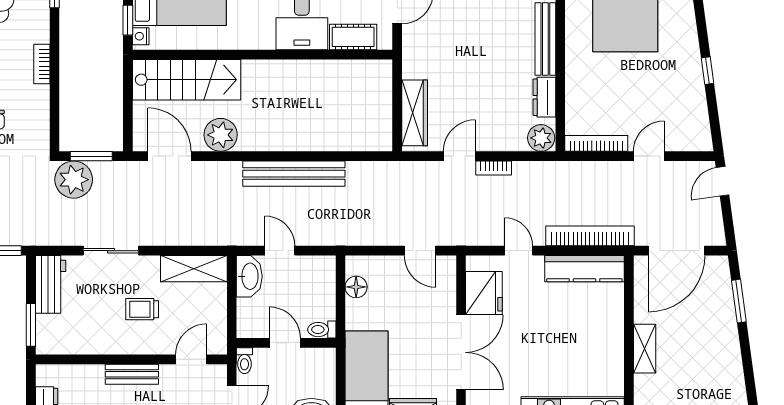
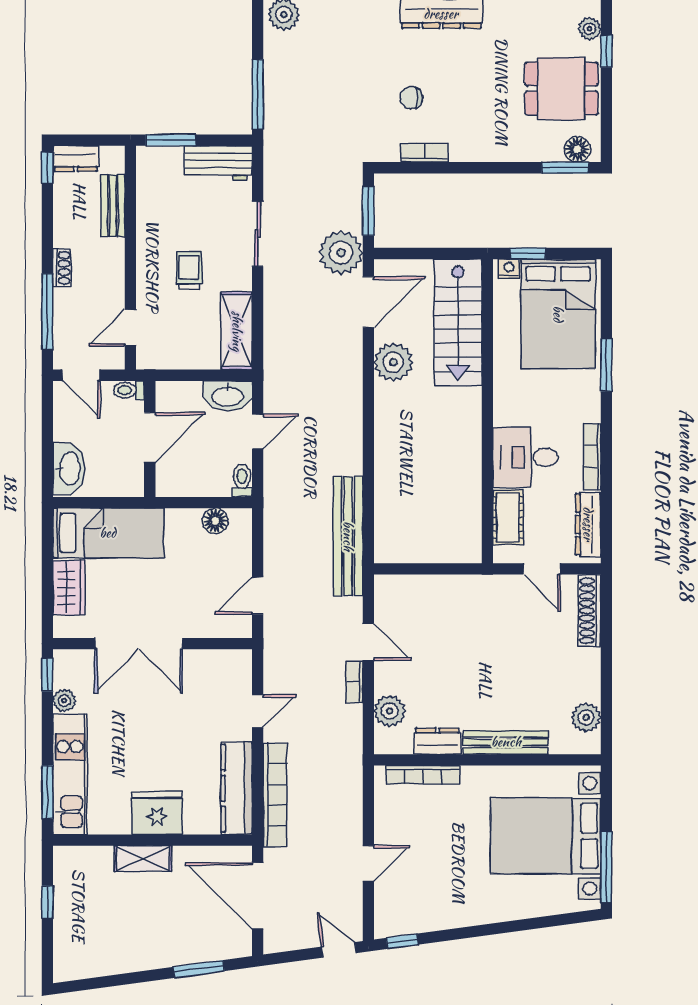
bookcase: (42, 64) -> (424, 153), moved
window: (708, 71) -> (402, 941), moved
wardrobe: (415, 113) -> (419, 589), removed
plant: (541, 138) -> (390, 711), moved
bookcase: (596, 143) -> (423, 775), moved, turned 90
door: (649, 156) -> (368, 863), hinge flipped
bench: (294, 174) -> (348, 536), moved
plant: (74, 180) -> (341, 253), moved
fridge: (484, 293) -> (157, 813), moved, turned 180
toilet: (322, 330) -> (242, 481), moved
door: (285, 343) -> (150, 438), width x1.38
door: (191, 359) -> (130, 328), swing flipped
bench: (132, 374) -> (113, 206), moved

